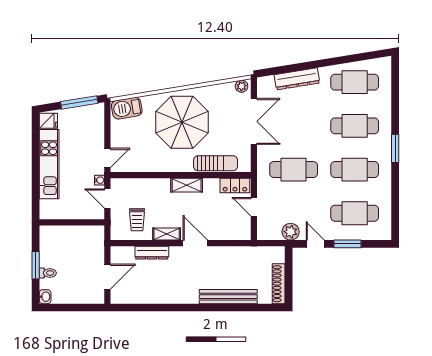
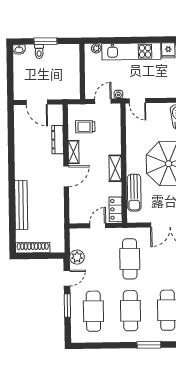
plant: (45, 206) -> (96, 48), added

